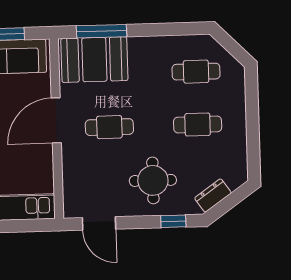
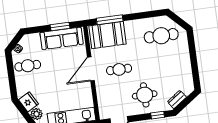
cafe table: (196, 72) -> (161, 36), width x1.37, depth x1.35
cafe table: (198, 124) -> (165, 63), removed

